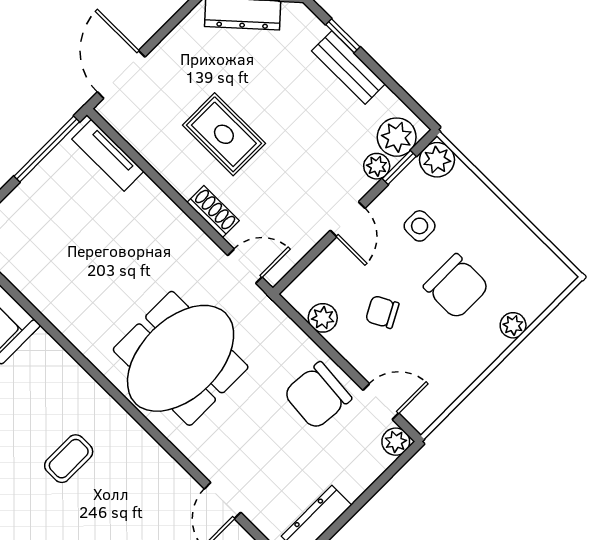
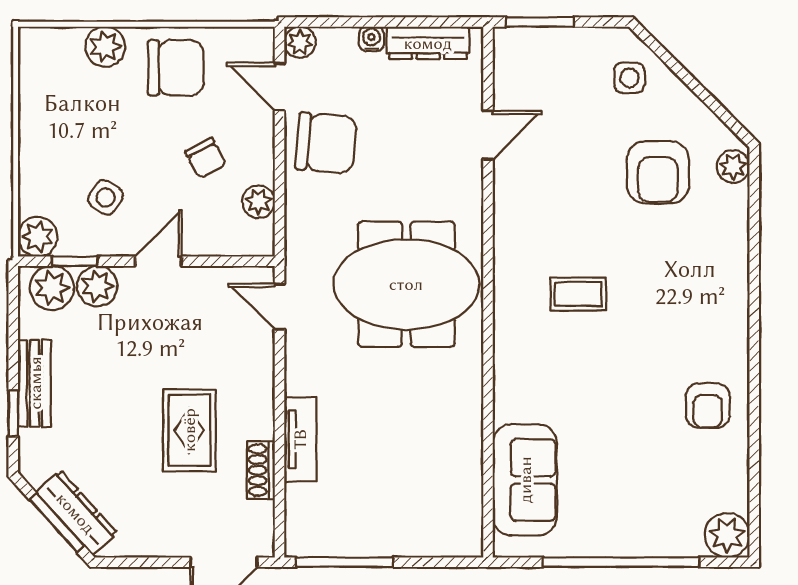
tv unit: (108, 155) -> (300, 439), moved
plant: (377, 166) -> (97, 286), width x1.38, depth x1.38
shoe rack: (213, 212) -> (261, 470), moved
side table: (420, 226) -> (106, 197), turned 35
chair: (456, 286) -> (176, 68), moved, turned 90
plant: (513, 325) -> (105, 47), width x1.38, depth x1.38
water cooler: (354, 488) -> (371, 39), added

